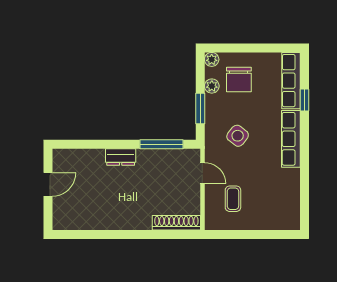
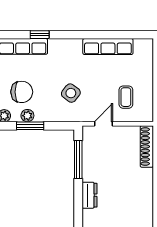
window: (200, 109) -> (30, 126), moved
row of seats: (291, 139) -> (108, 47), moved
coffee table: (233, 199) -> (126, 97), turned 90

